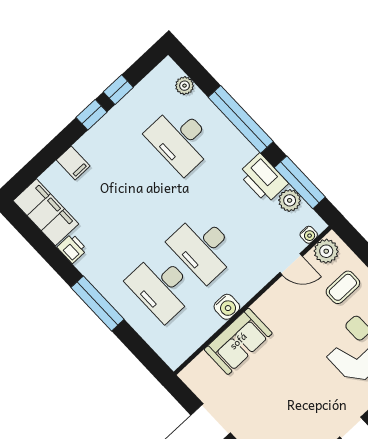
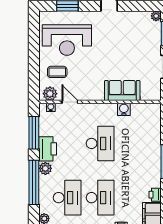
plant: (290, 200) -> (45, 168), moved
desk: (161, 287) -> (100, 198), moved
water cooler: (227, 307) -> (124, 109), moved

